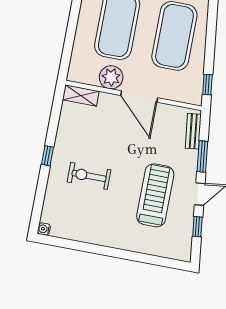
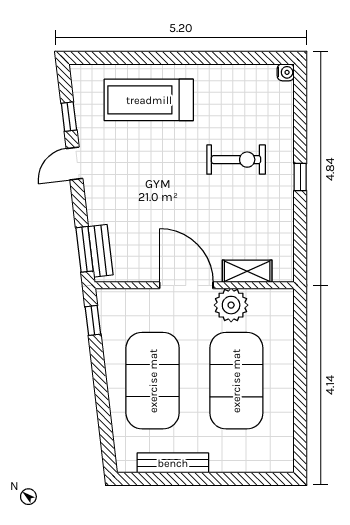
shelving: (81, 95) -> (247, 271), moved
window: (202, 157) -> (84, 249), moved
treadmill: (155, 195) -> (149, 100), moved, turned 90

